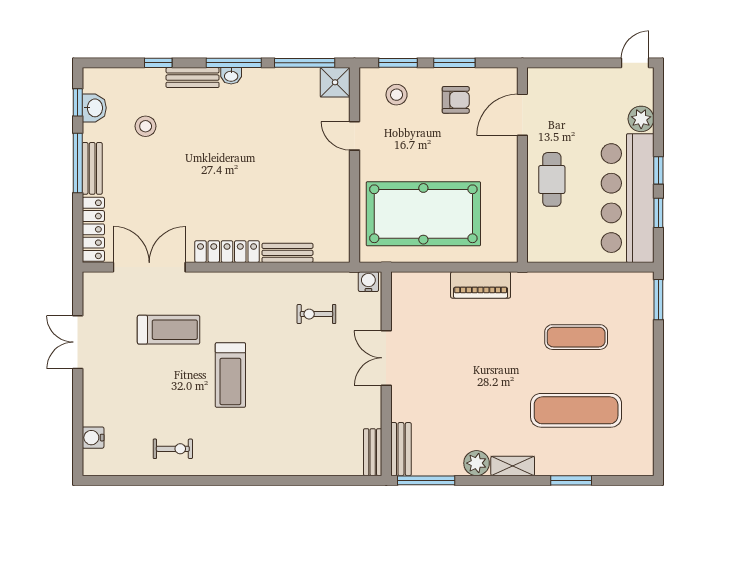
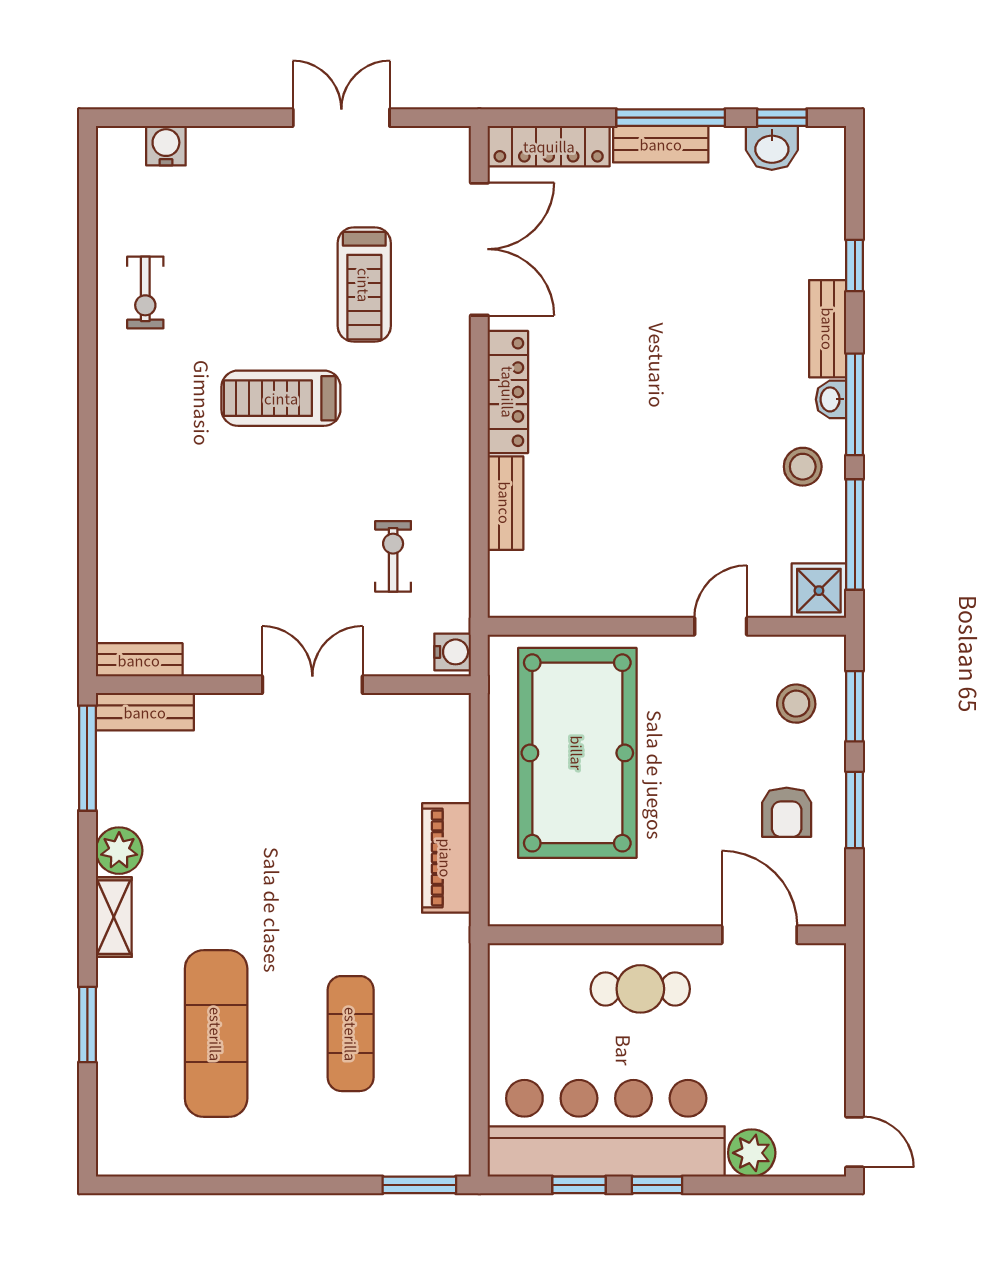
stool: (146, 126) -> (803, 467), moved

